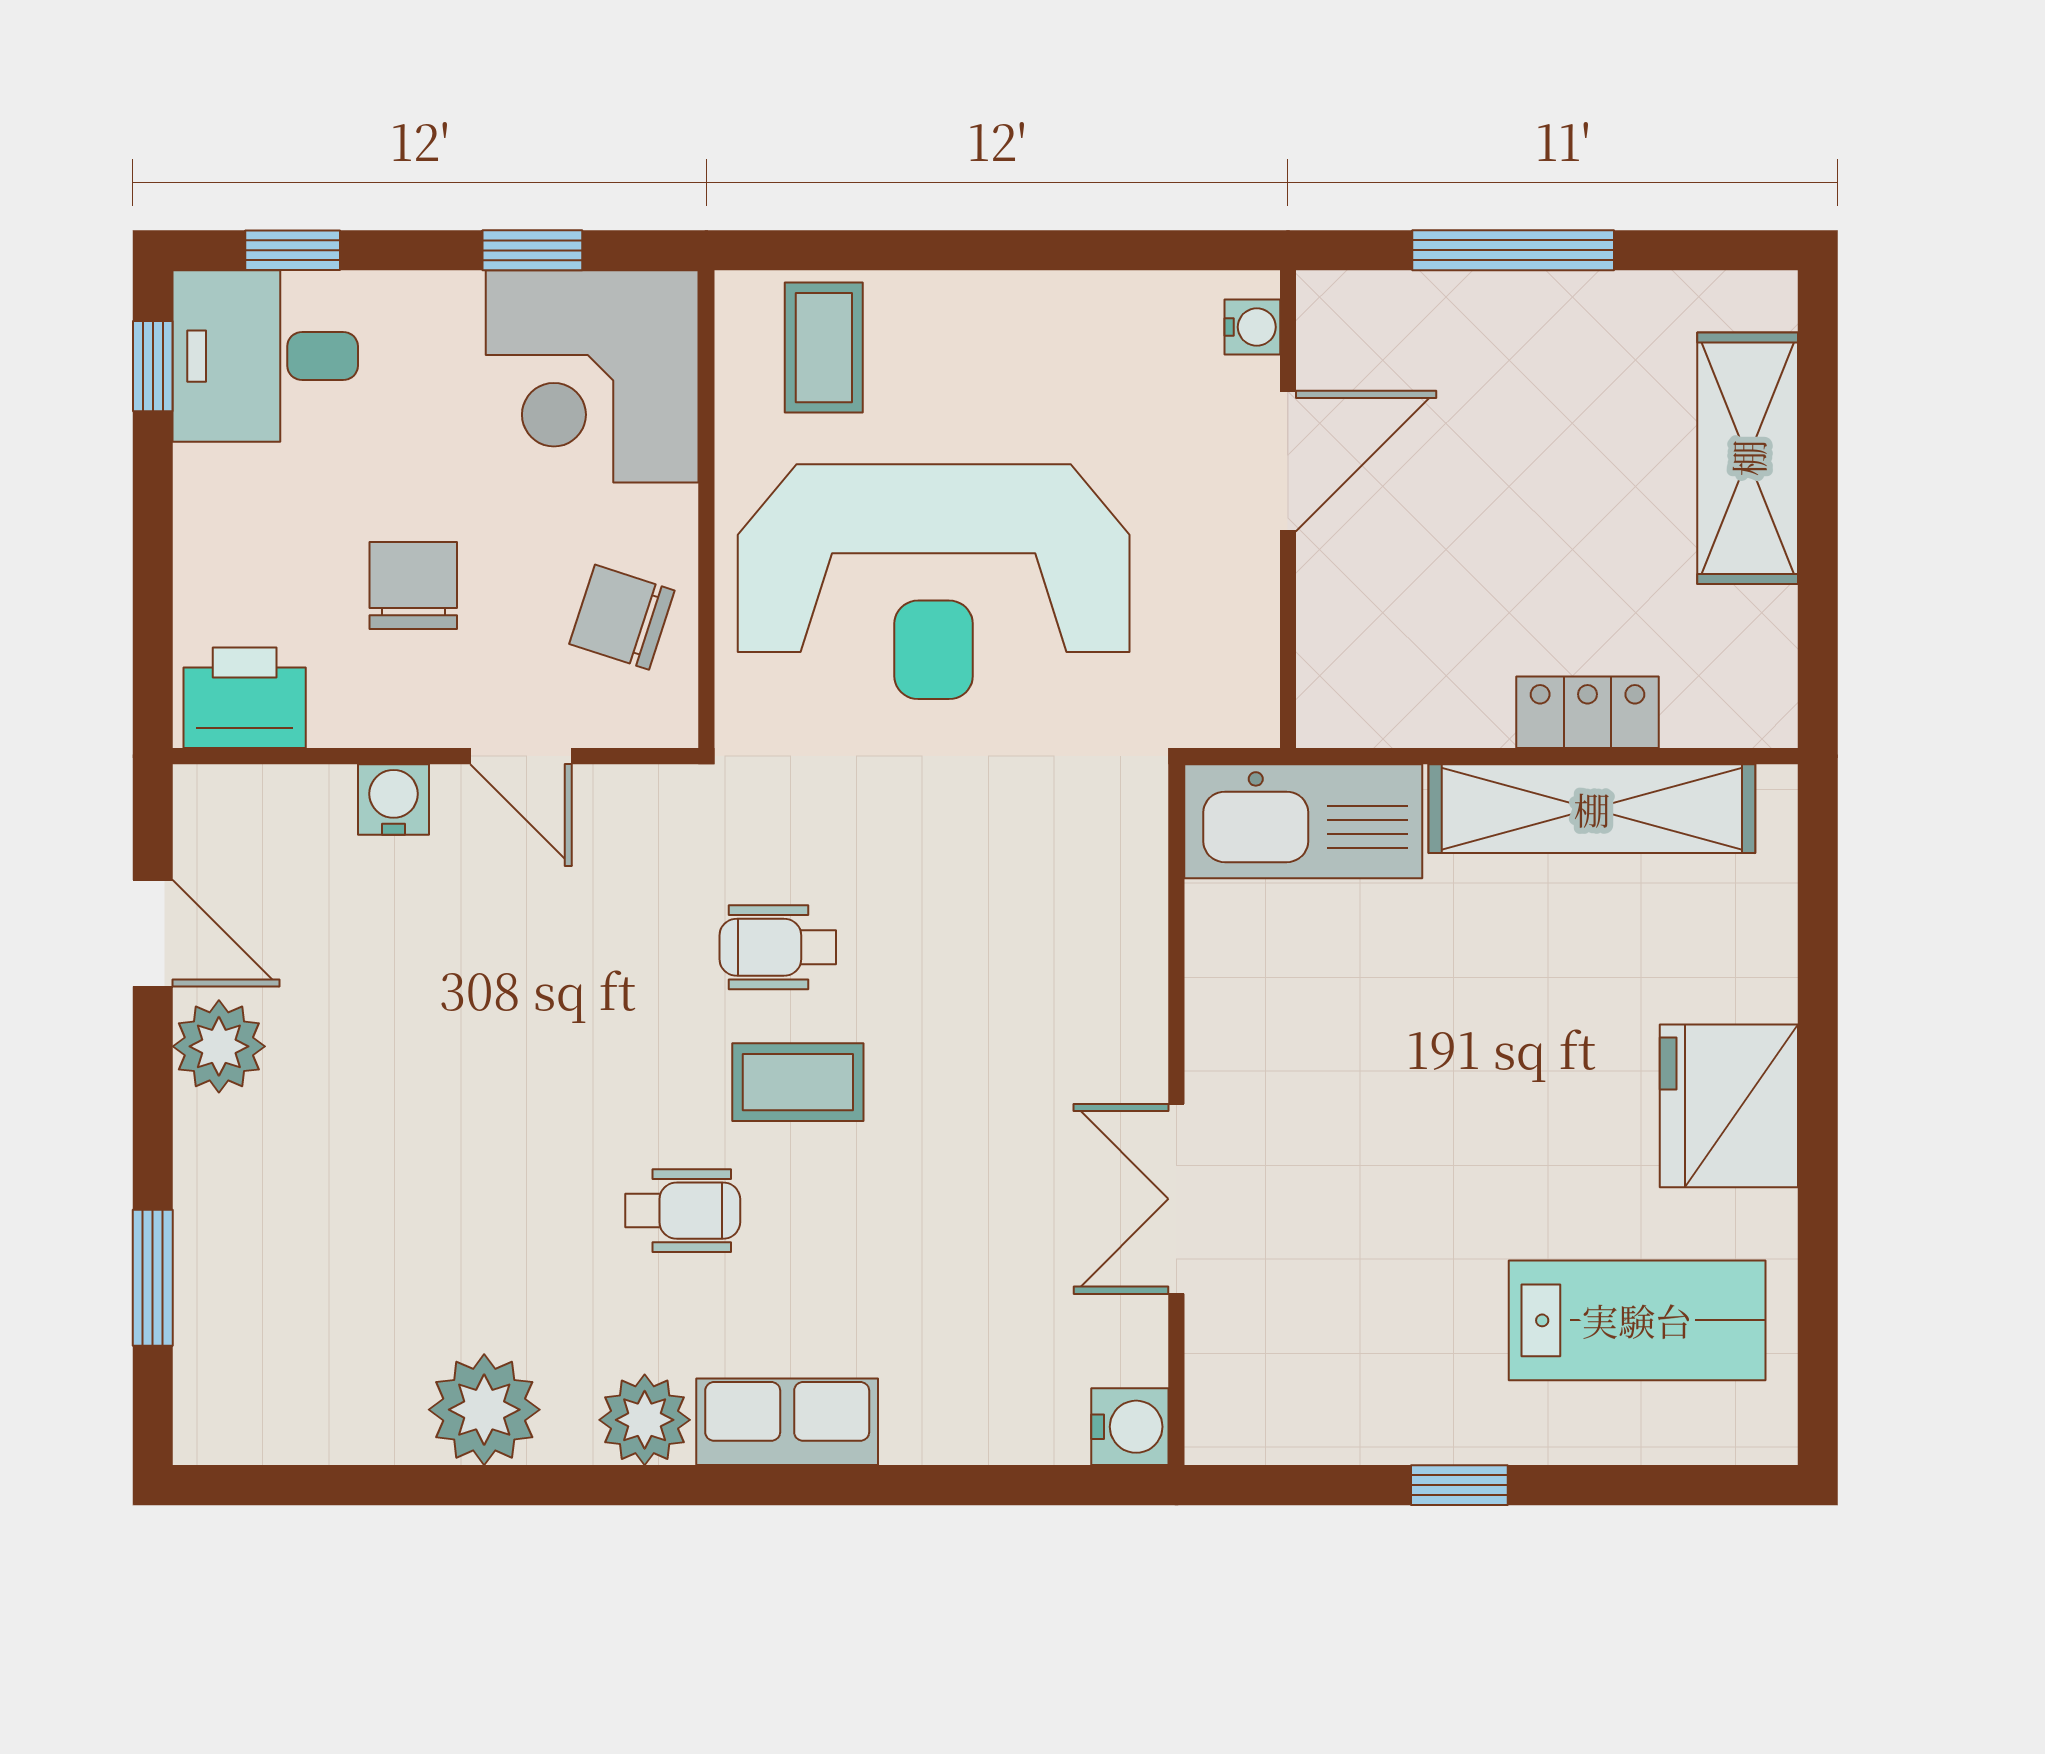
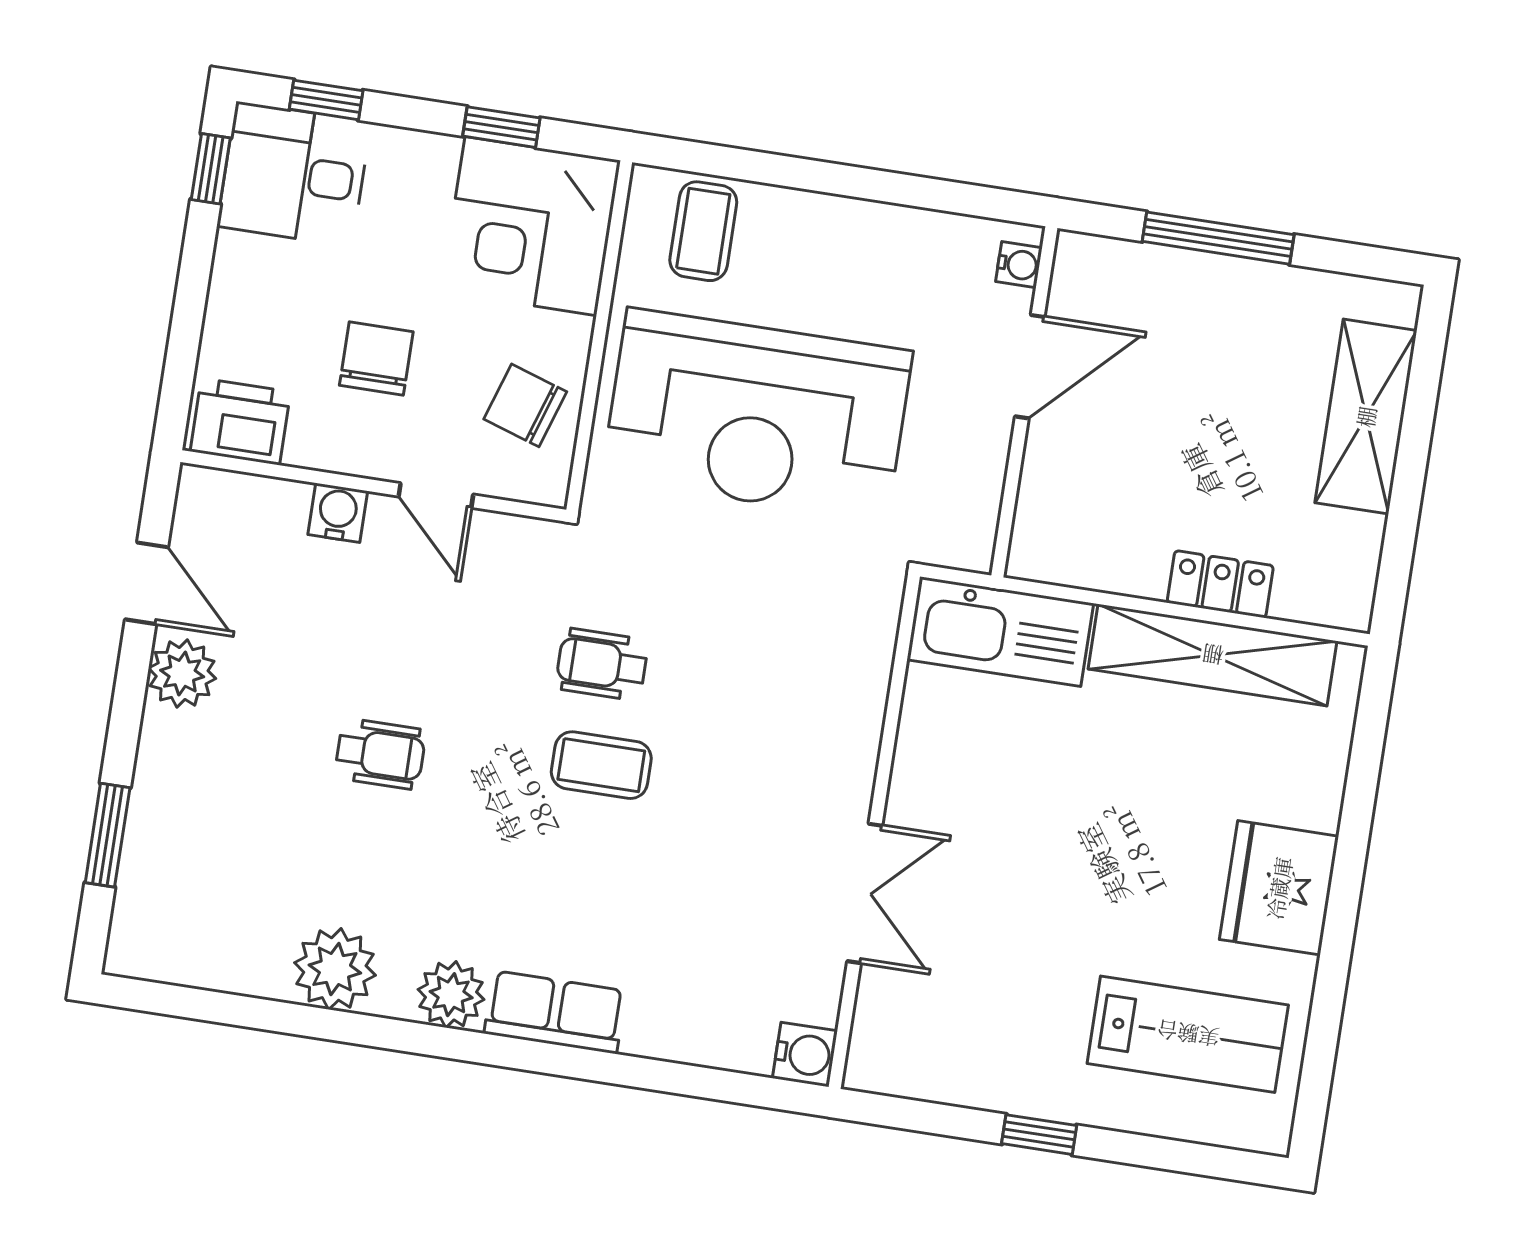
double door: (1176, 1199) -> (865, 893), swing flipped
wheelchair: (683, 1211) -> (380, 754), moved

